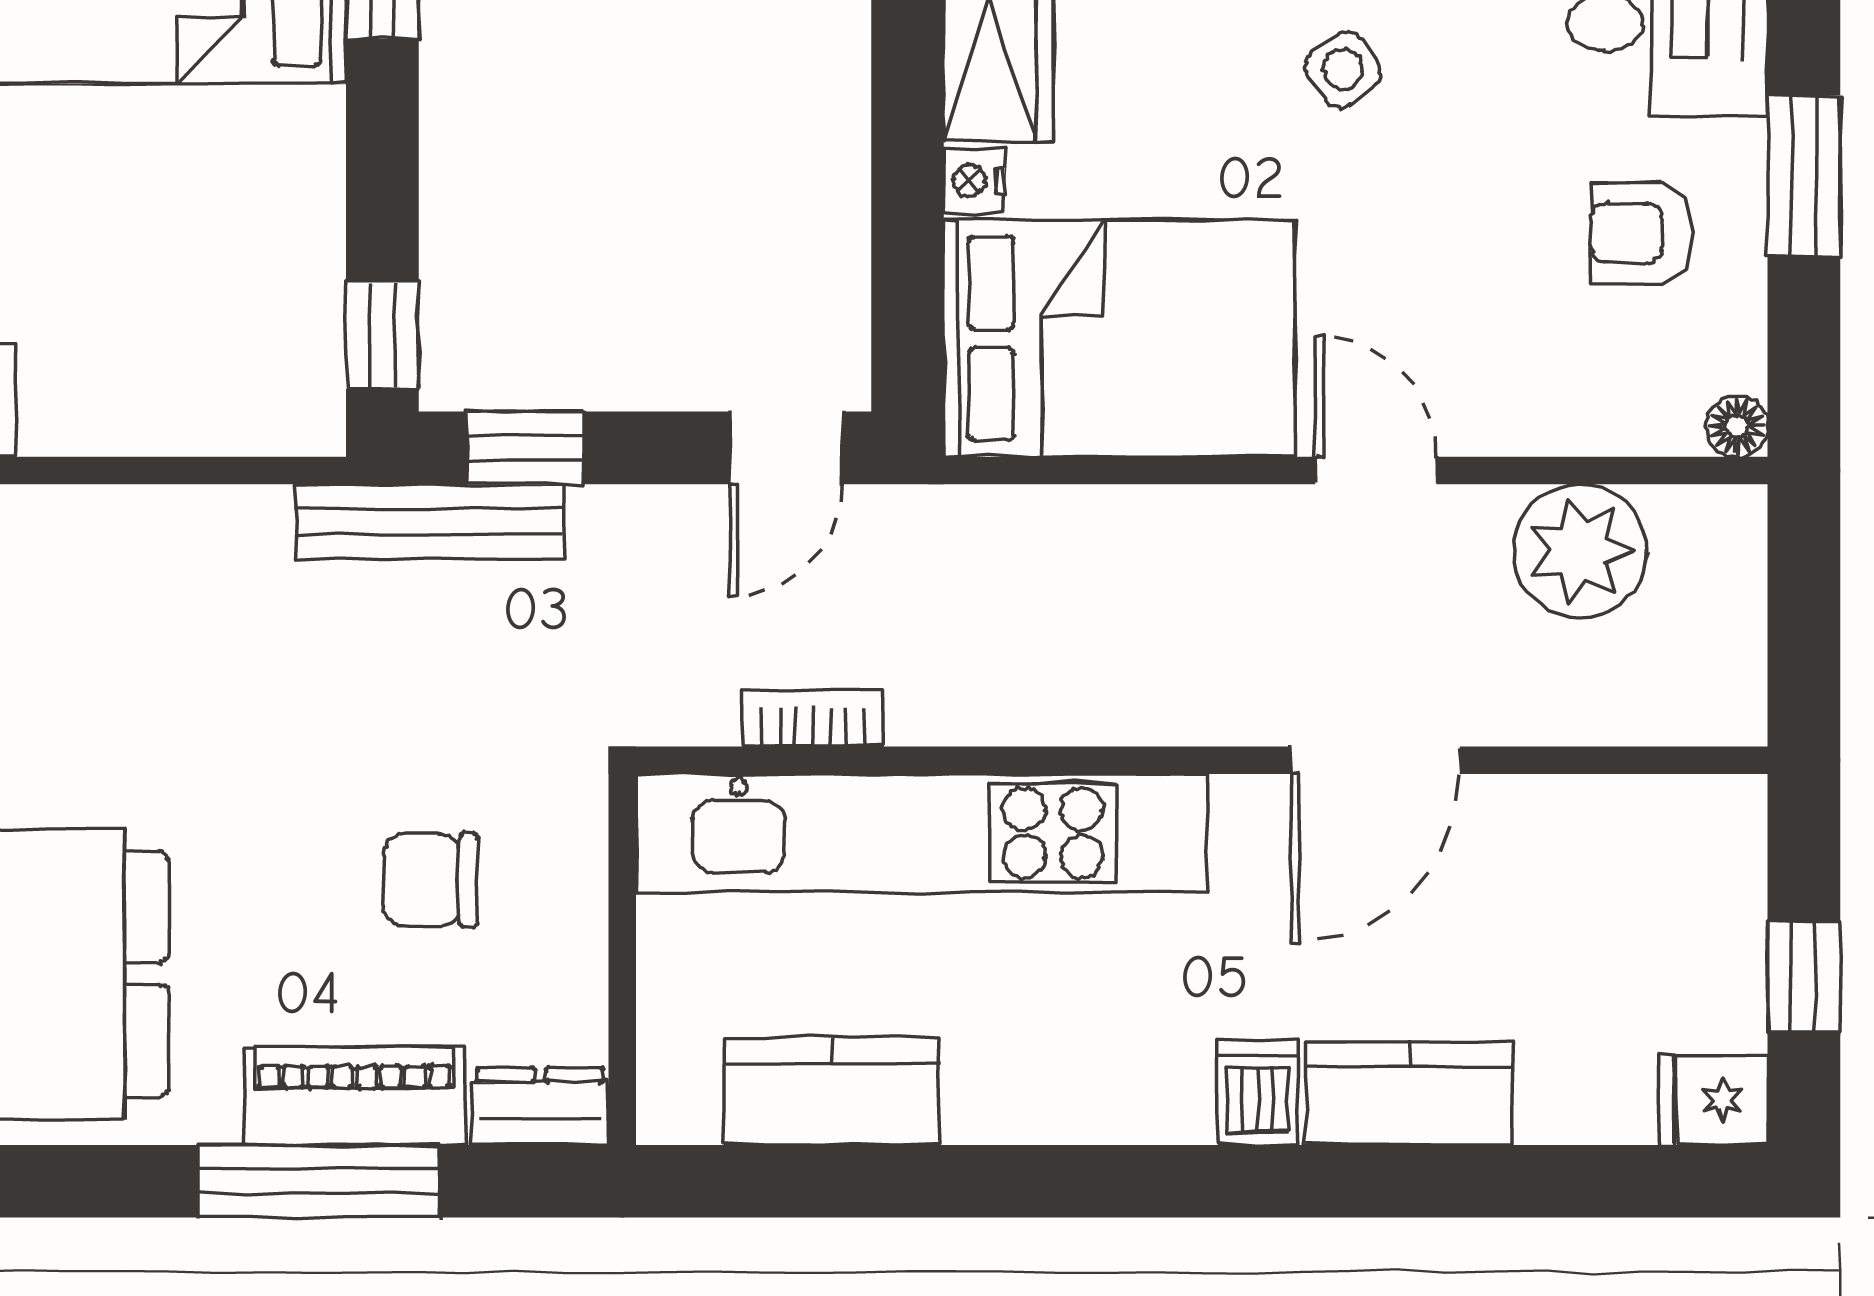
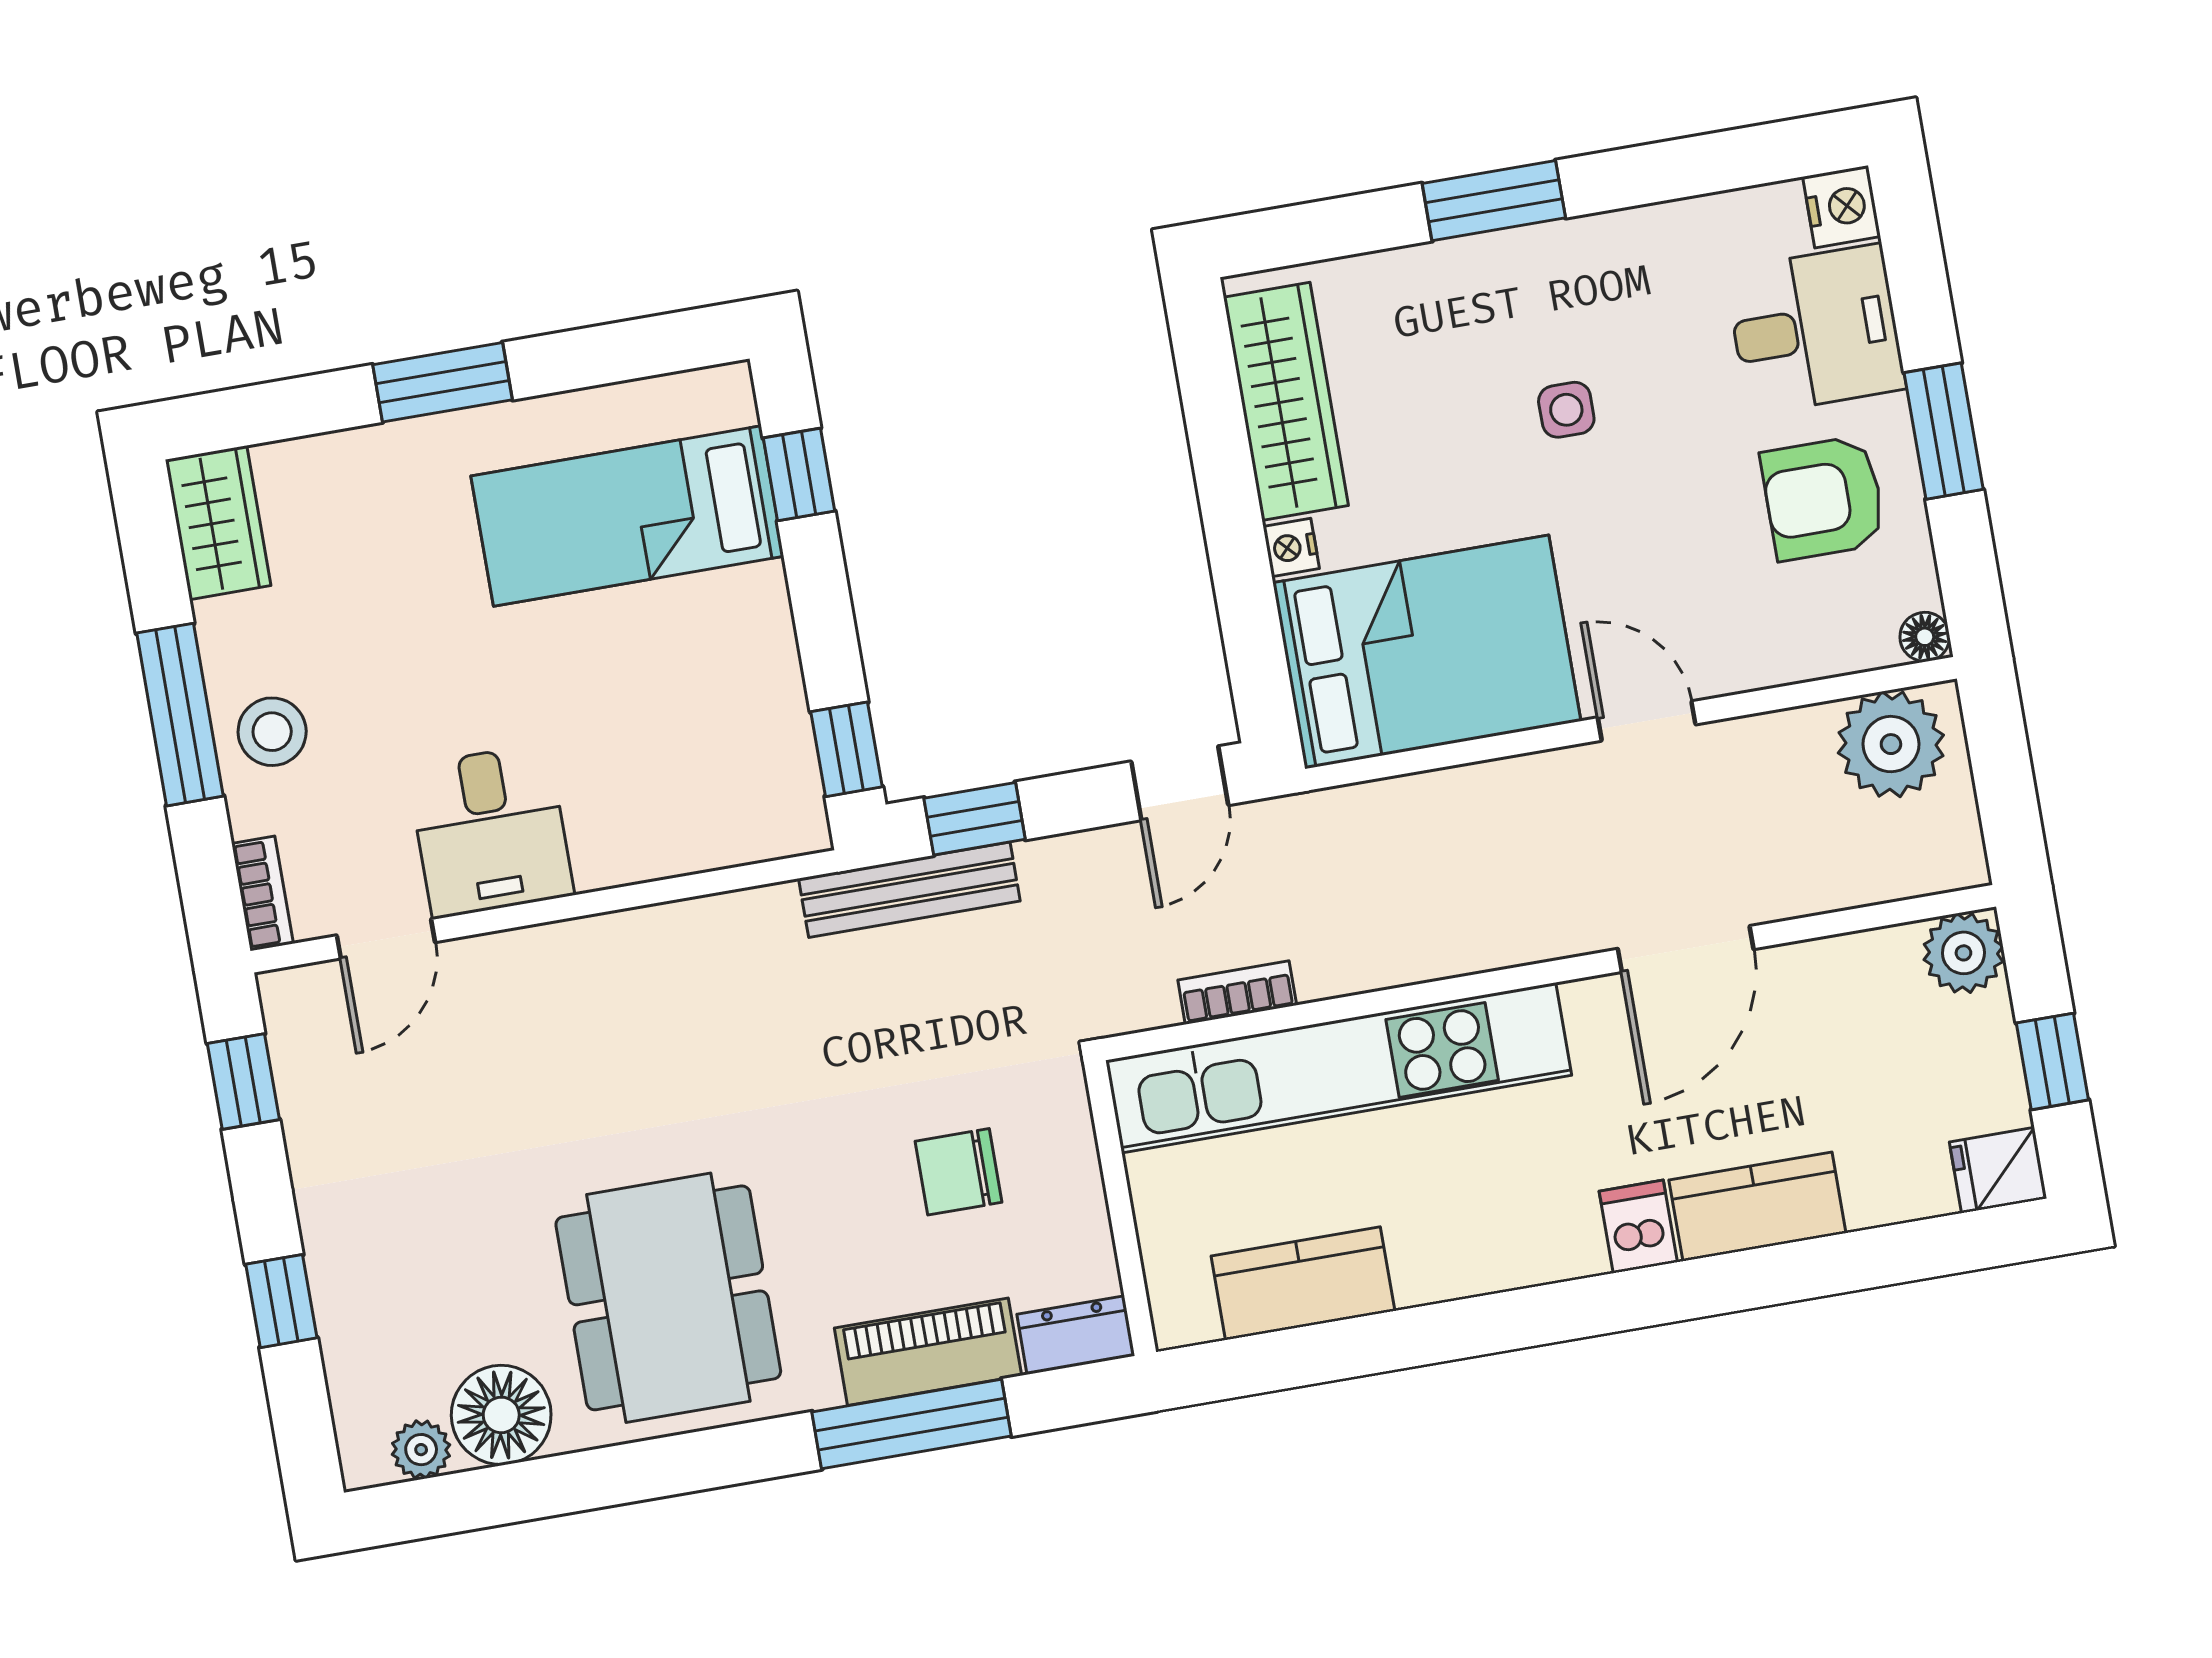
side table: (1343, 69) -> (1566, 410), turned 36
armchair: (1641, 233) -> (1823, 498), width x1.38, depth x1.38
plant: (1580, 551) -> (1891, 744), moved
plant: (1717, 824) -> (1963, 953), added

